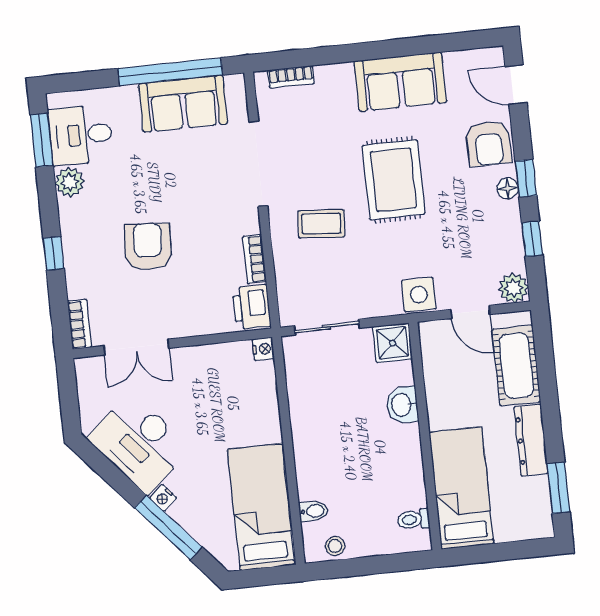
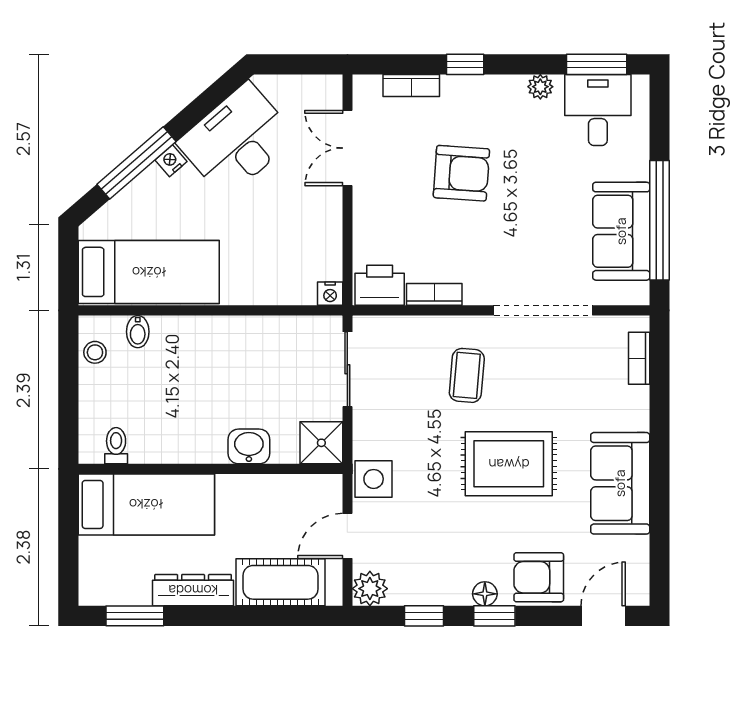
plant: (70, 182) -> (540, 87), width x0.73, depth x0.73
bookcase: (79, 324) -> (411, 85), moved

